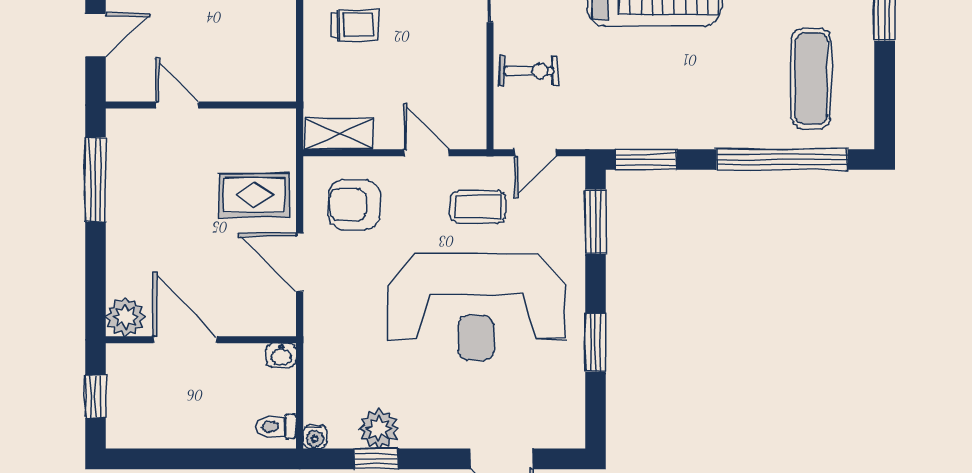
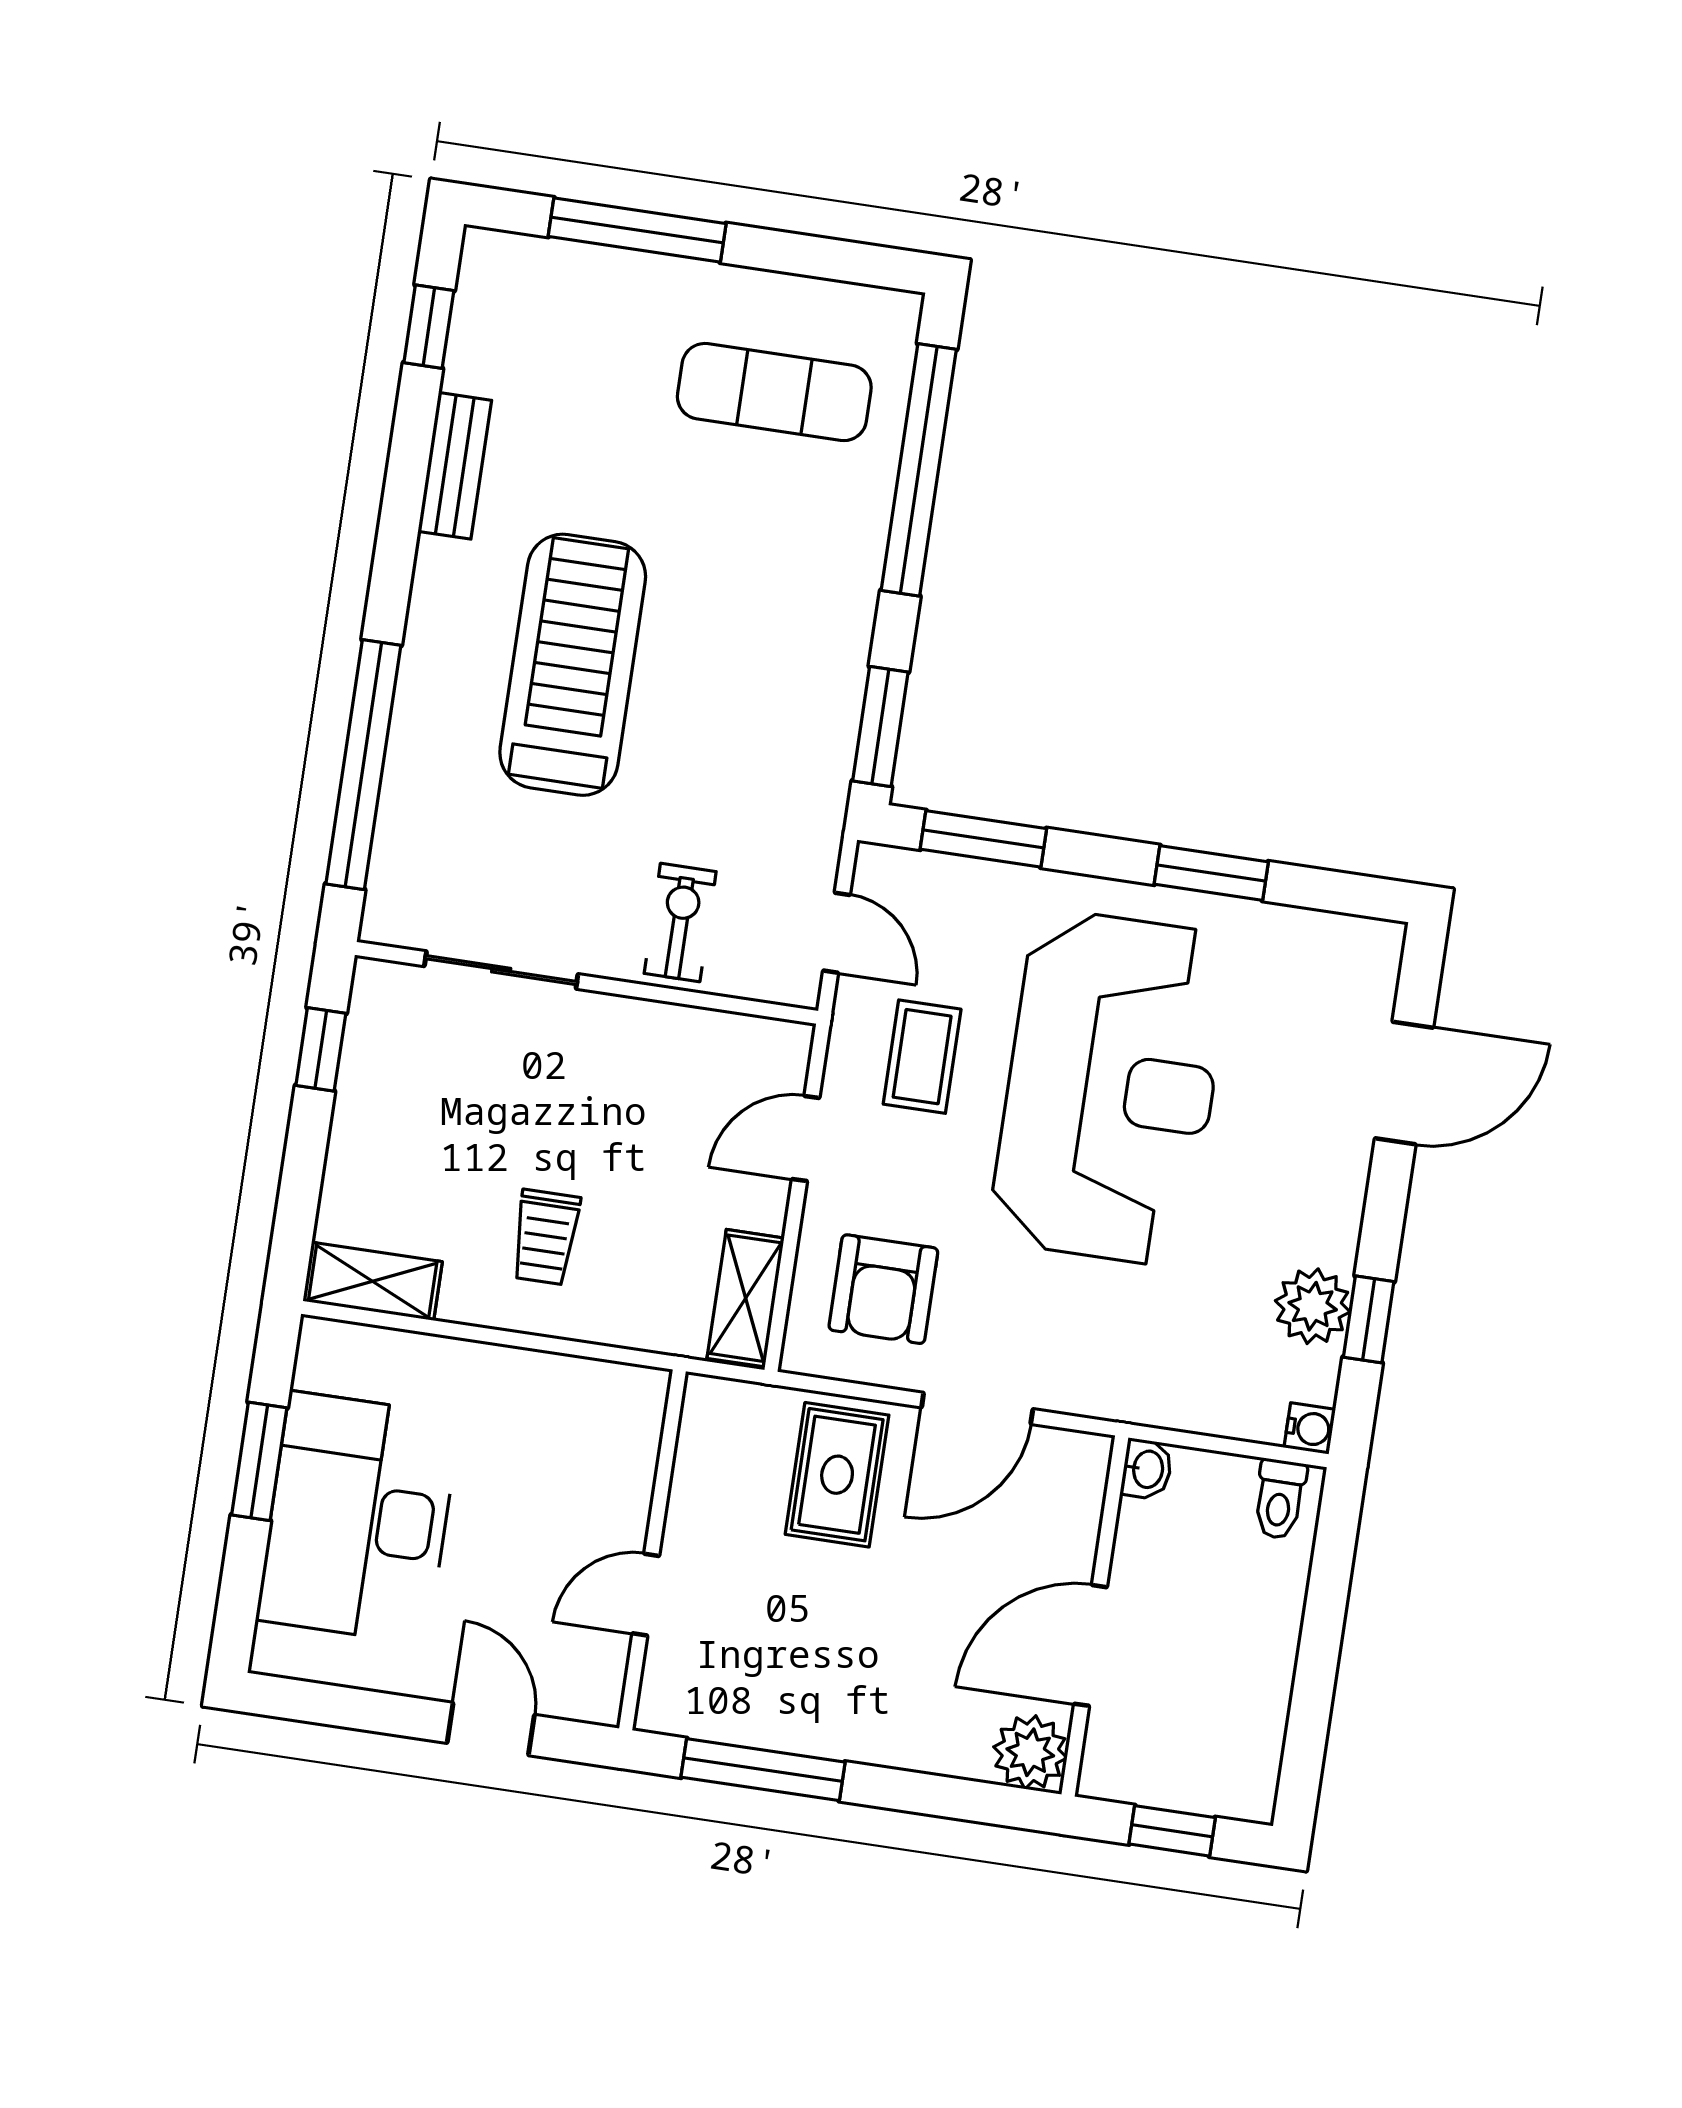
trolley: (355, 25) -> (545, 1237), turned 180

